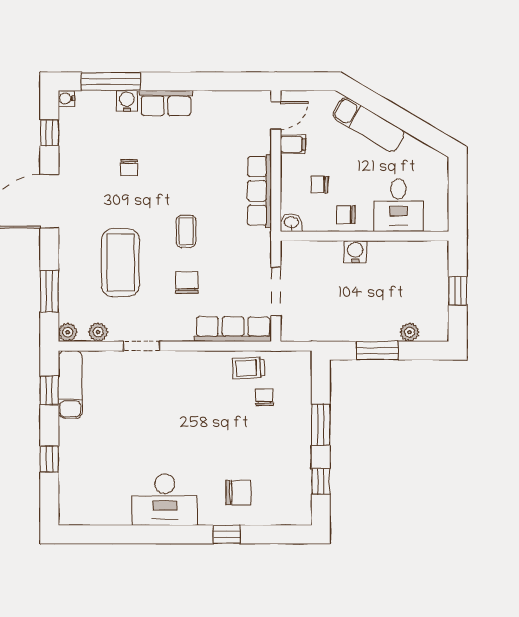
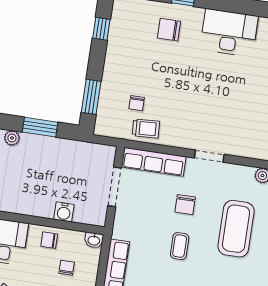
chair: (320, 184) -> (67, 268), turned -91
chair: (346, 215) -> (49, 240), turned 180
water cooler: (355, 252) -> (64, 212), moved
doorway: (141, 346) -> (209, 156), moved
window: (321, 425) -> (91, 97), moved

